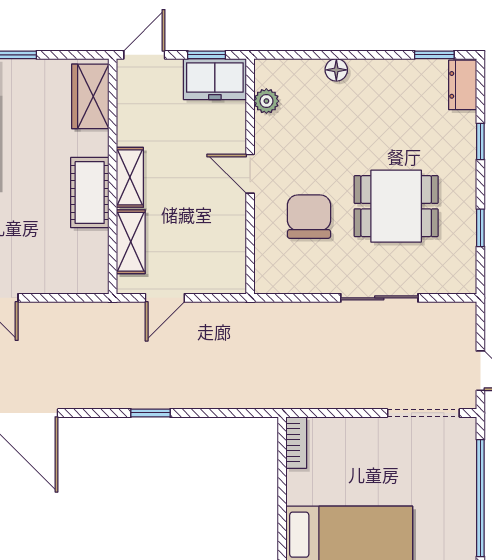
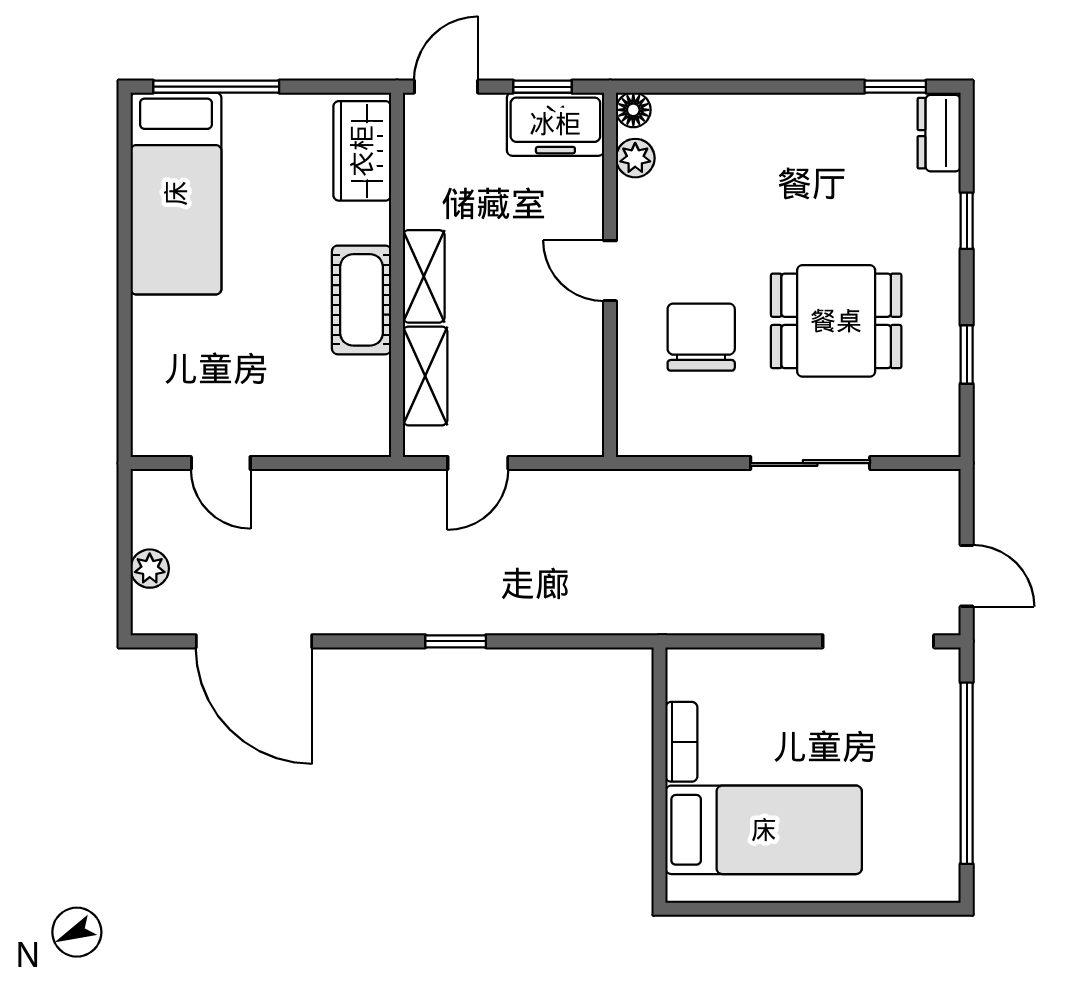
floor lamp: (336, 70) -> (633, 110), moved
bookcase: (296, 443) -> (681, 742), moved

